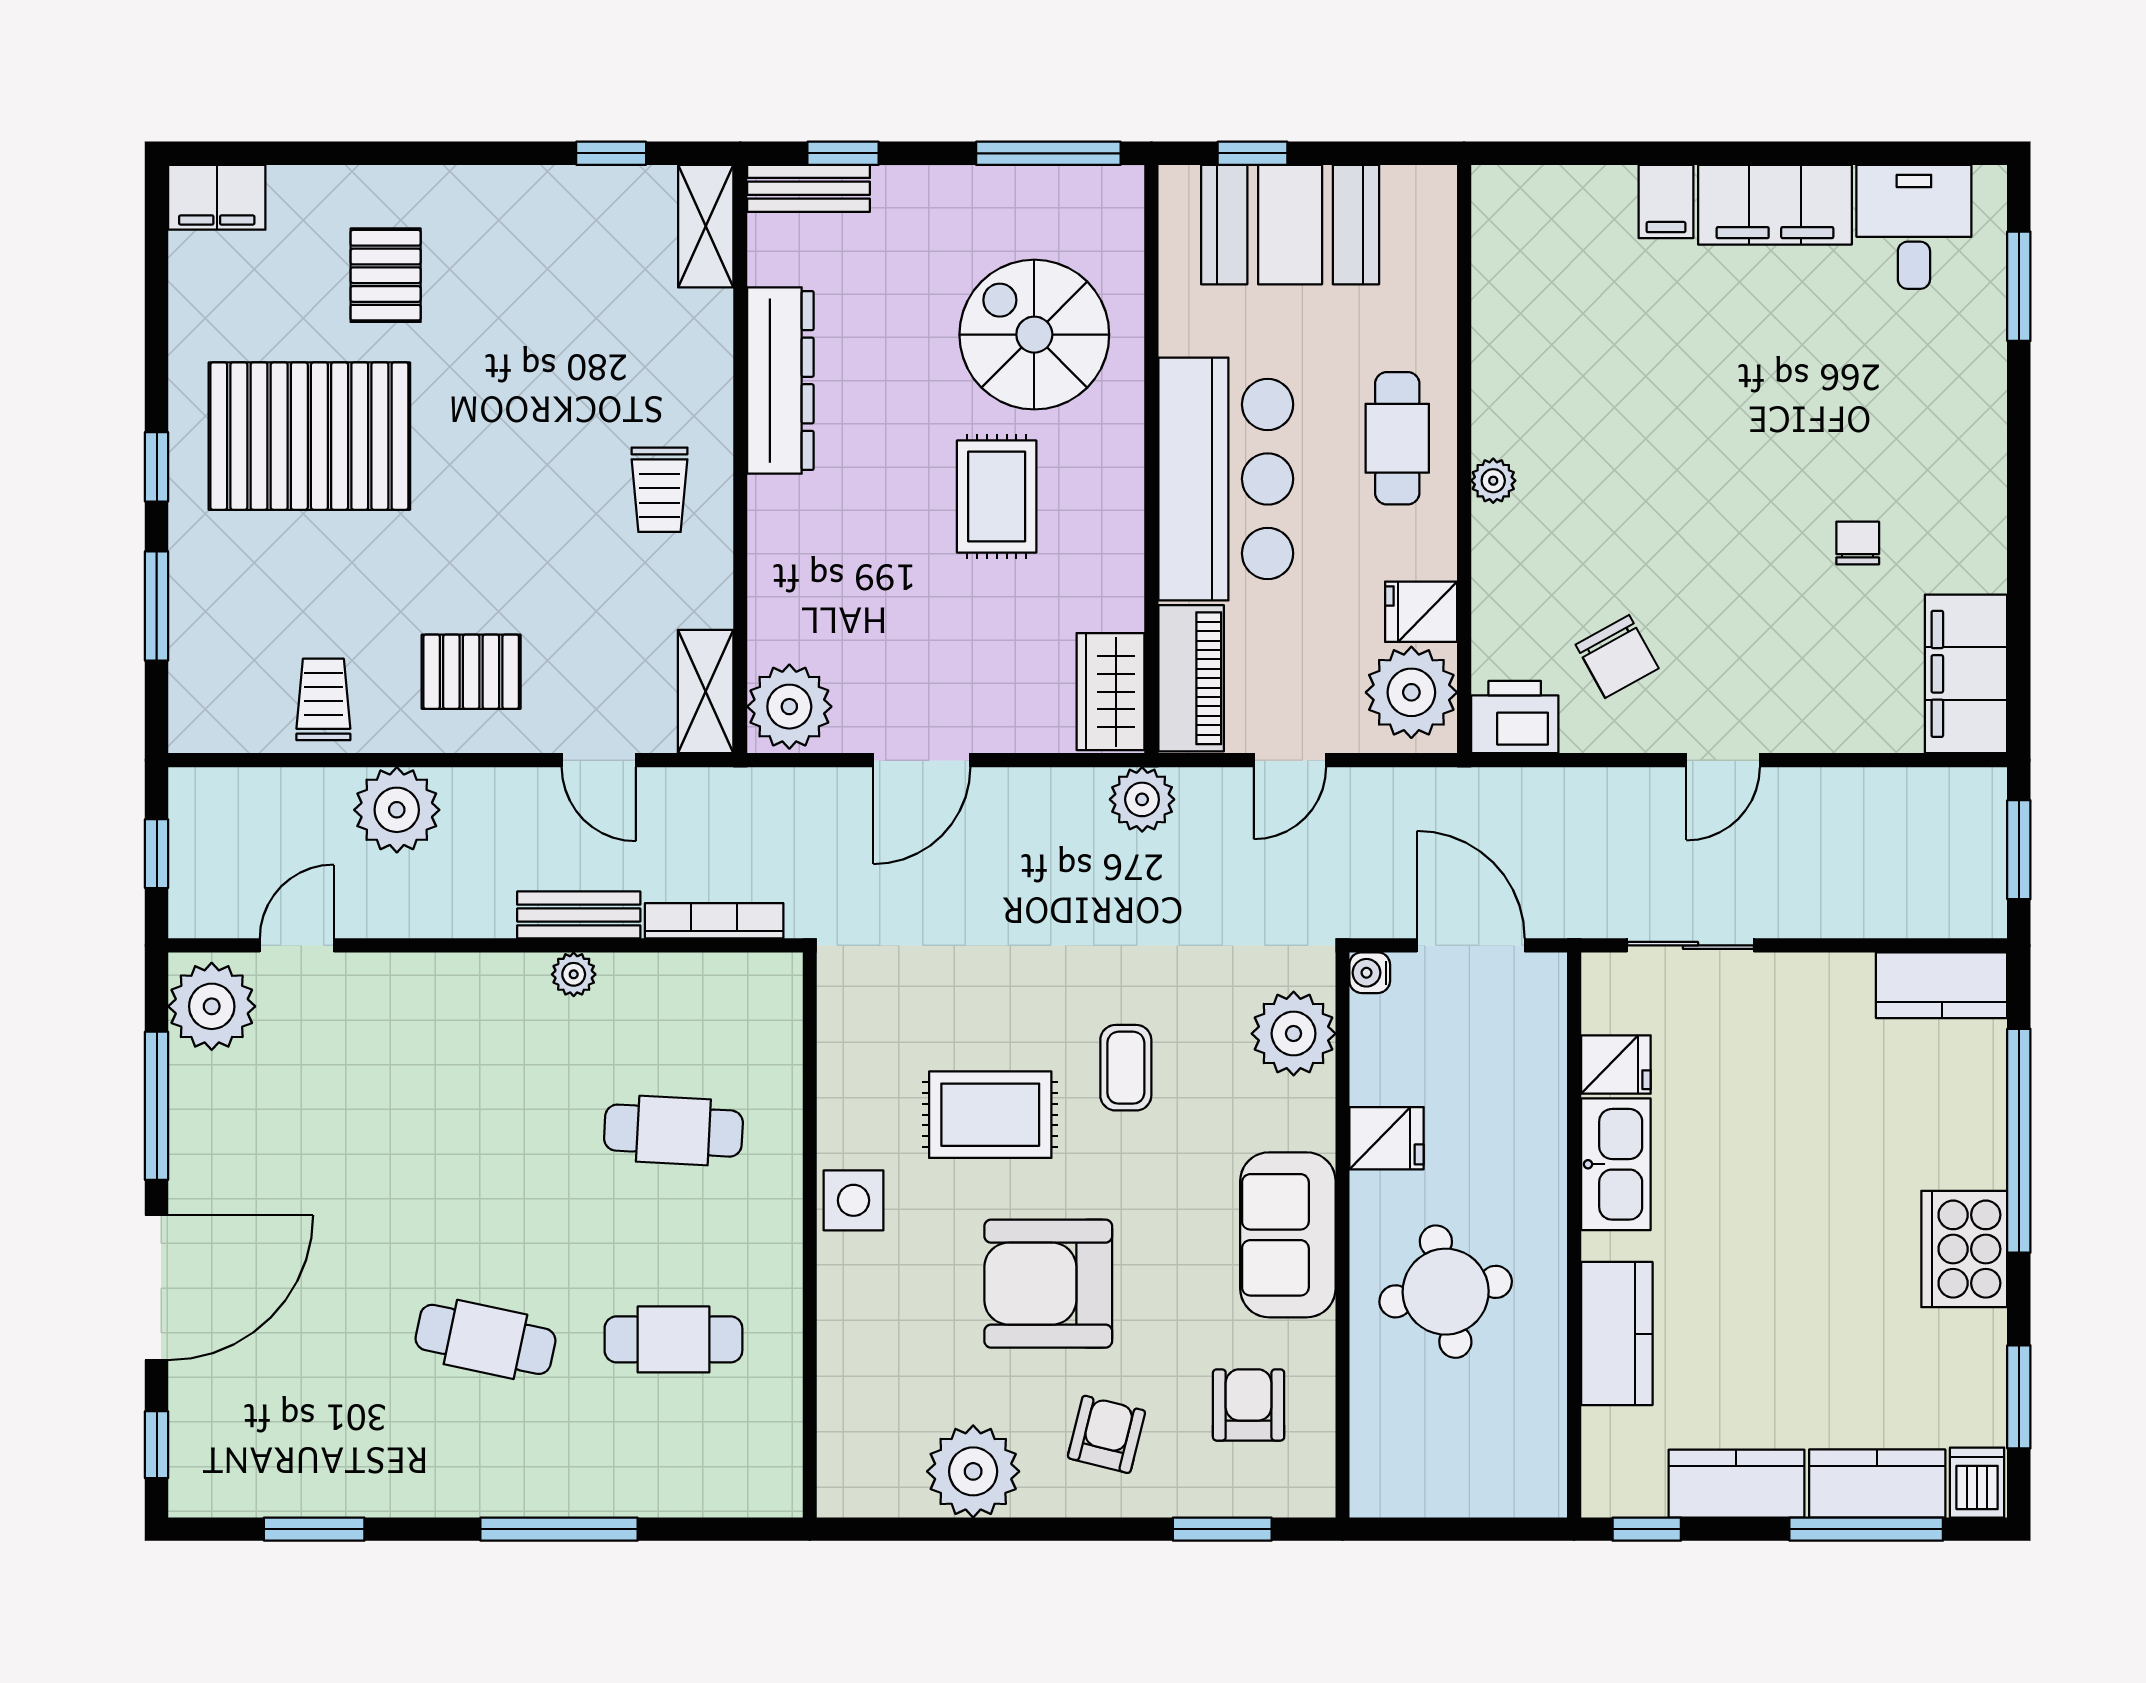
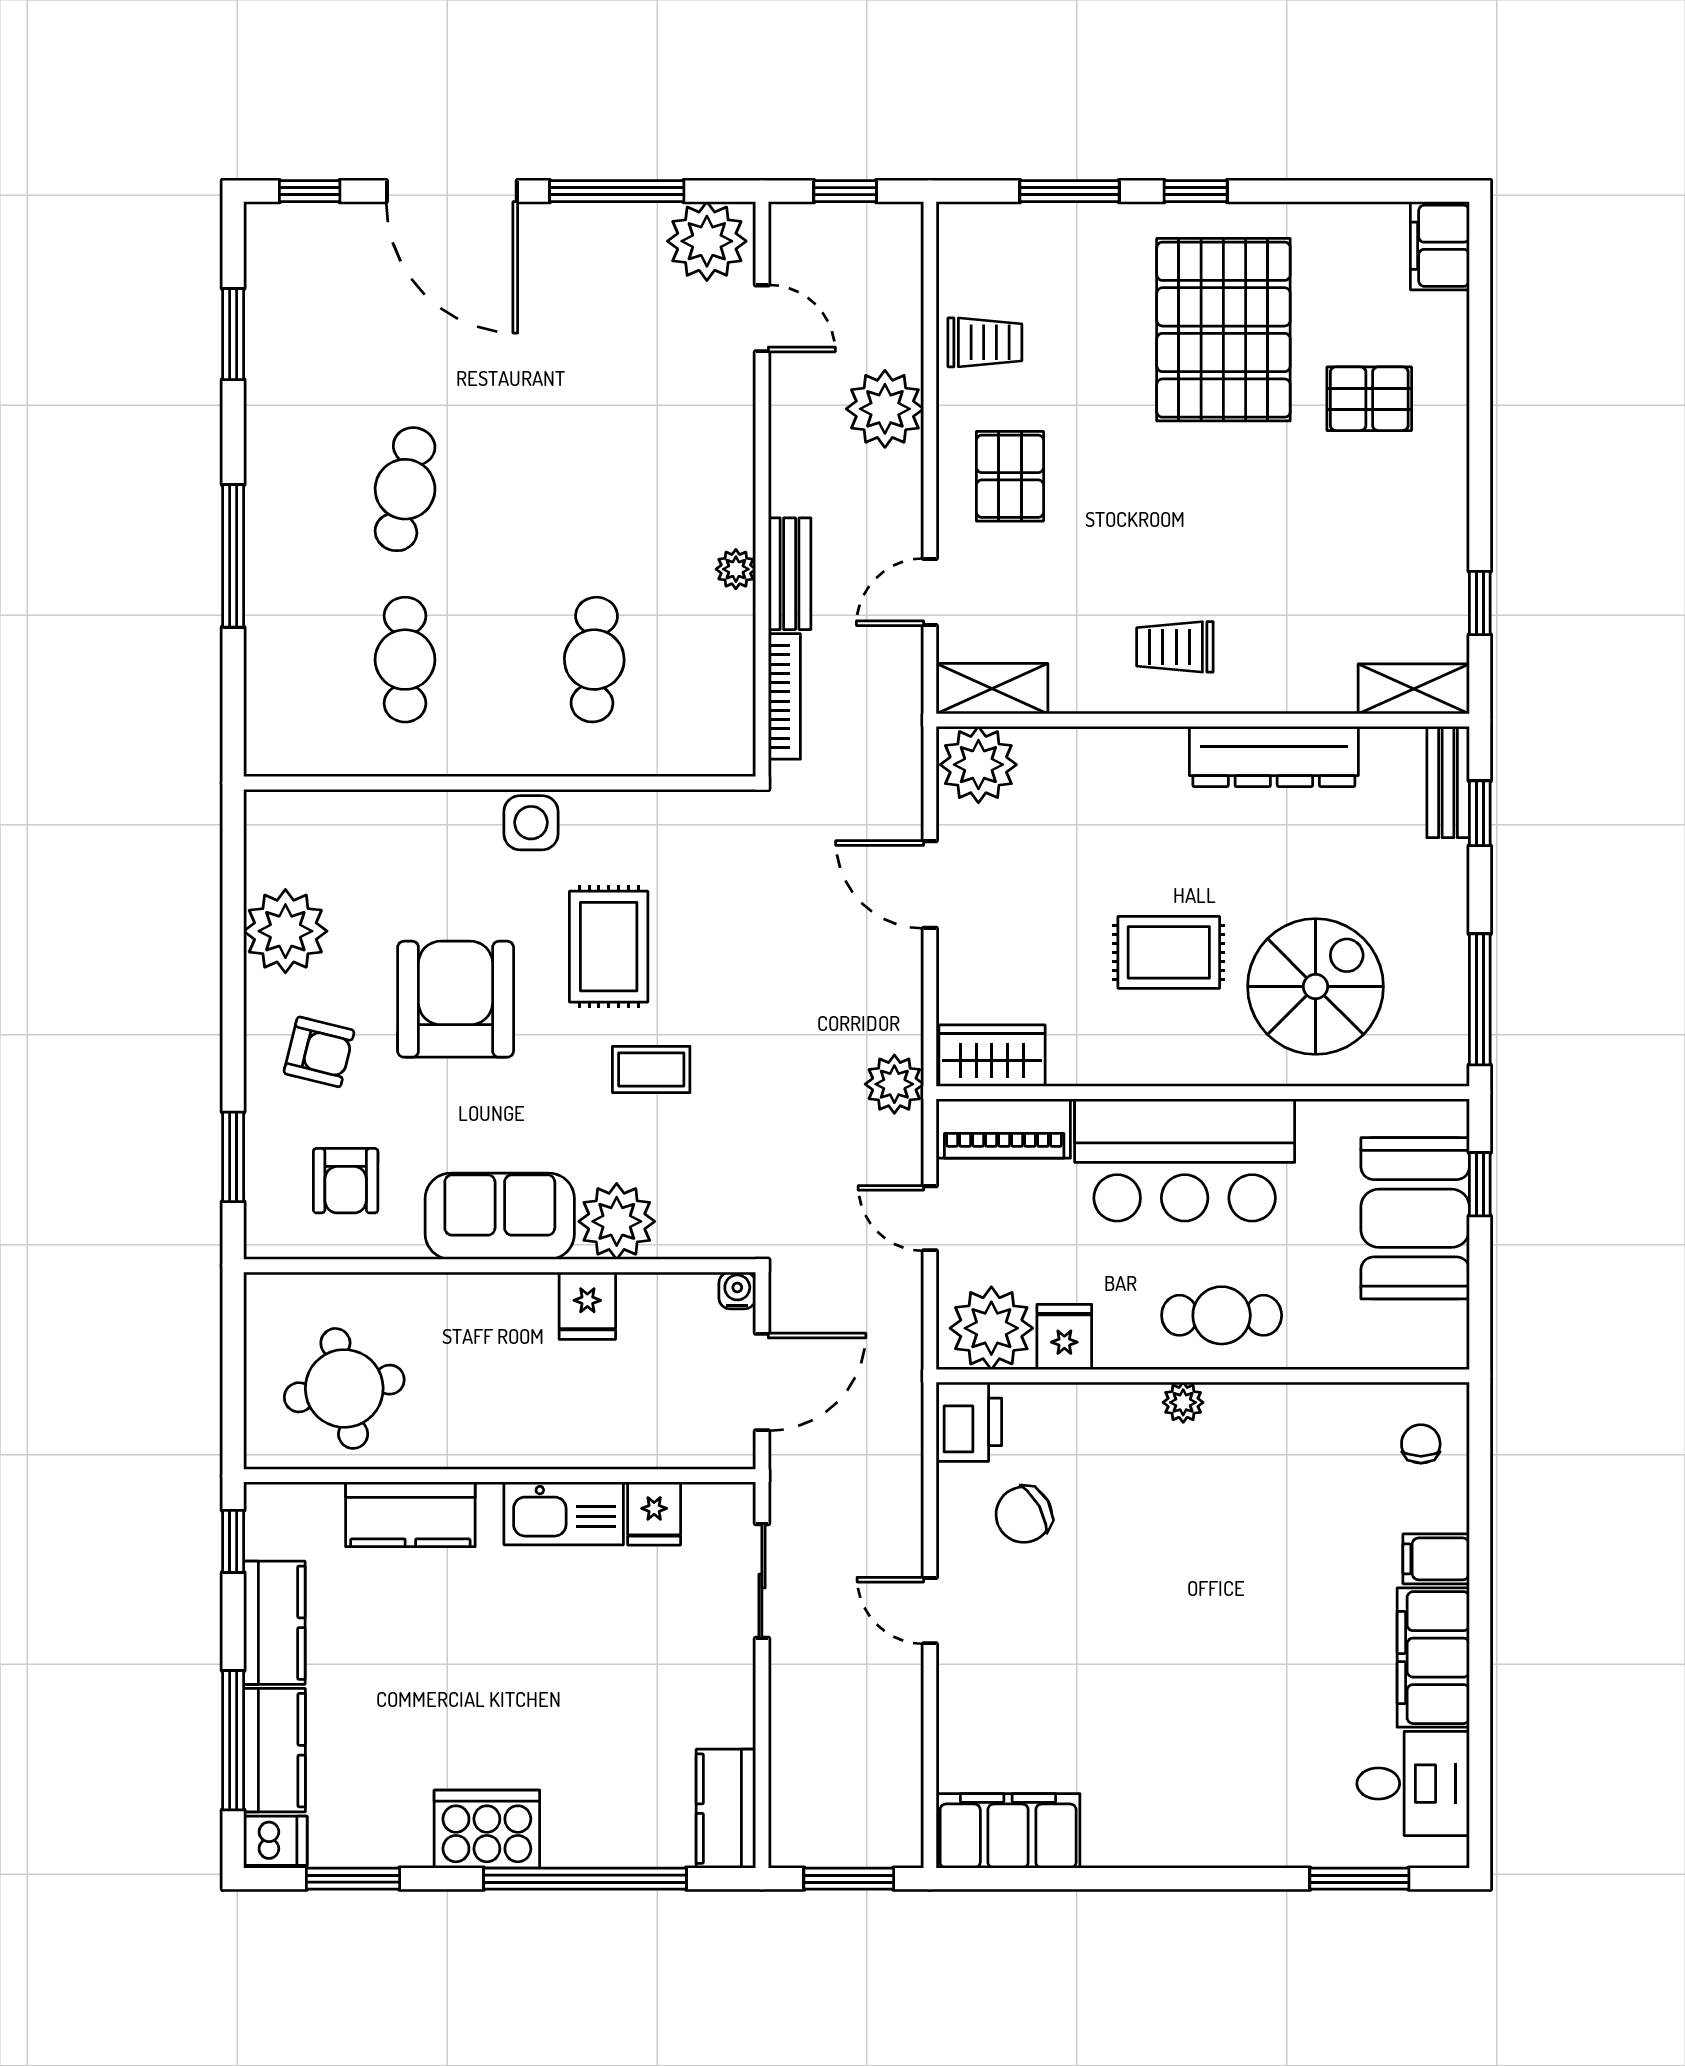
chair: (1858, 543) -> (1421, 1444), moved, turned -90
plant: (1294, 1034) -> (617, 1221), moved
round table: (1446, 1292) -> (344, 1388), moved
armchair: (1249, 1405) -> (346, 1181), turned 90

